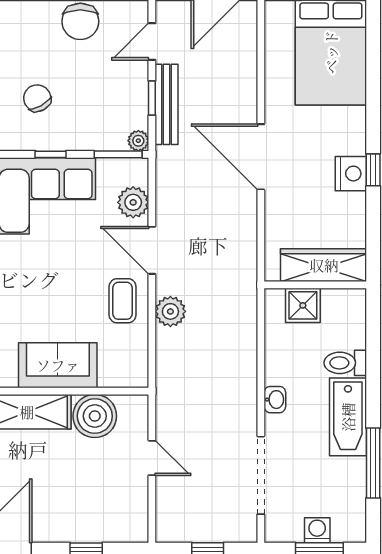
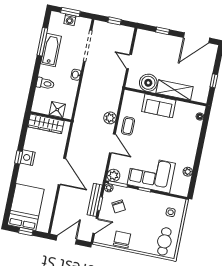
chair: (37, 98) -> (119, 206), moved
plant: (133, 202) -> (113, 175), moved
bathtub: (348, 417) -> (51, 50), moved

